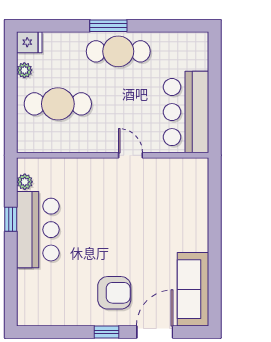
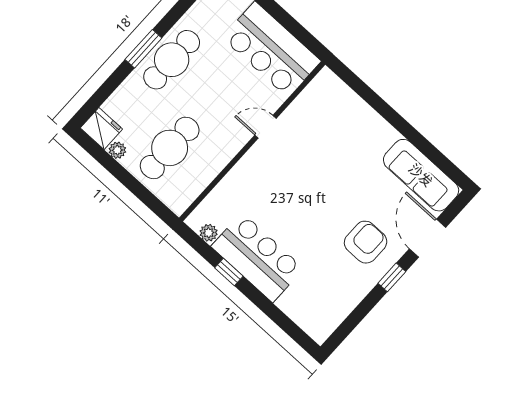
fridge: (29, 42) -> (101, 128), width x1.38

